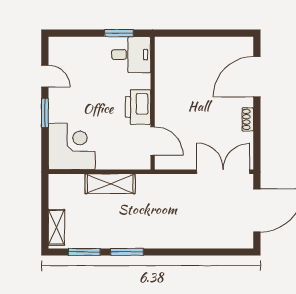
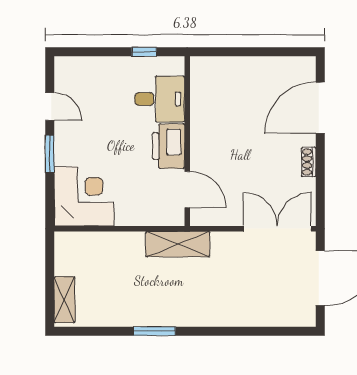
window: (119, 33) -> (144, 52), width x0.67
desk: (131, 55) -> (160, 99), moved
shelving: (110, 184) -> (178, 244), moved
window: (84, 252) -> (100, 331), removed

